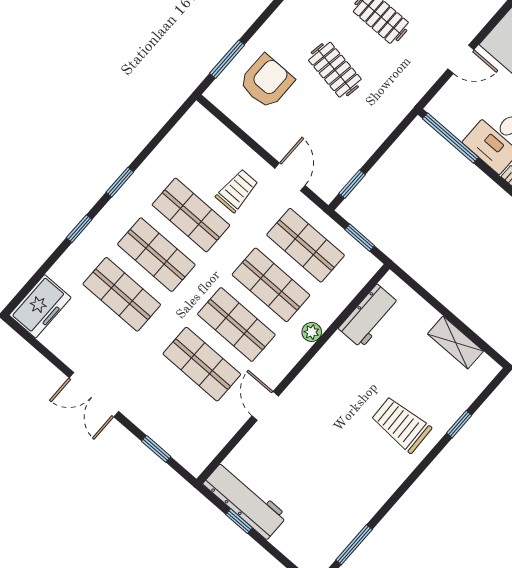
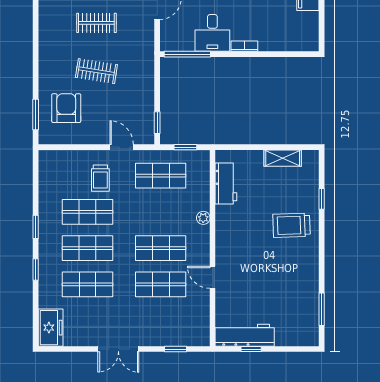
trolley: (237, 191) -> (100, 178), turned 180
shop shelf: (271, 285) -> (161, 212), removed

